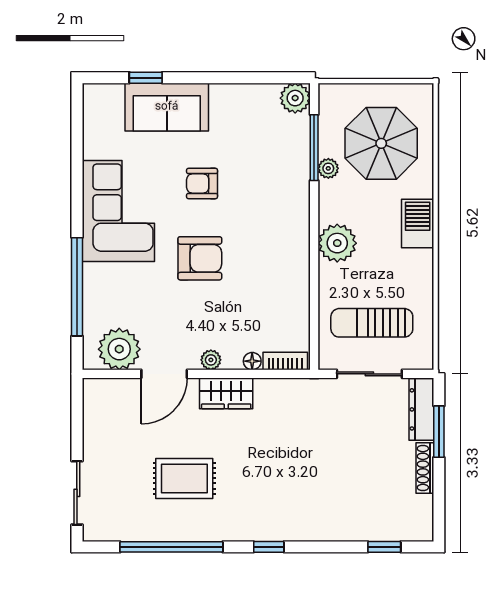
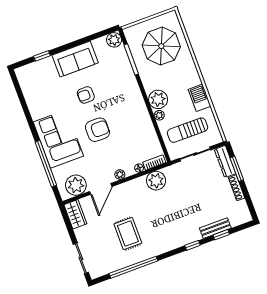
sofa: (167, 107) -> (75, 59), moved
plant: (328, 168) -> (159, 115), moved
corner sofa: (118, 211) -> (58, 139), moved
barbecue: (418, 224) -> (199, 98), moved
wardrobe: (226, 393) -> (75, 214), moved, turned -90
plant: (276, 397) -> (156, 181), added
rug: (184, 478) -> (128, 234), turned 90
bench: (356, 530) -> (215, 228), added
window: (269, 547) -> (193, 245), moved
window: (384, 547) -> (221, 235), moved

